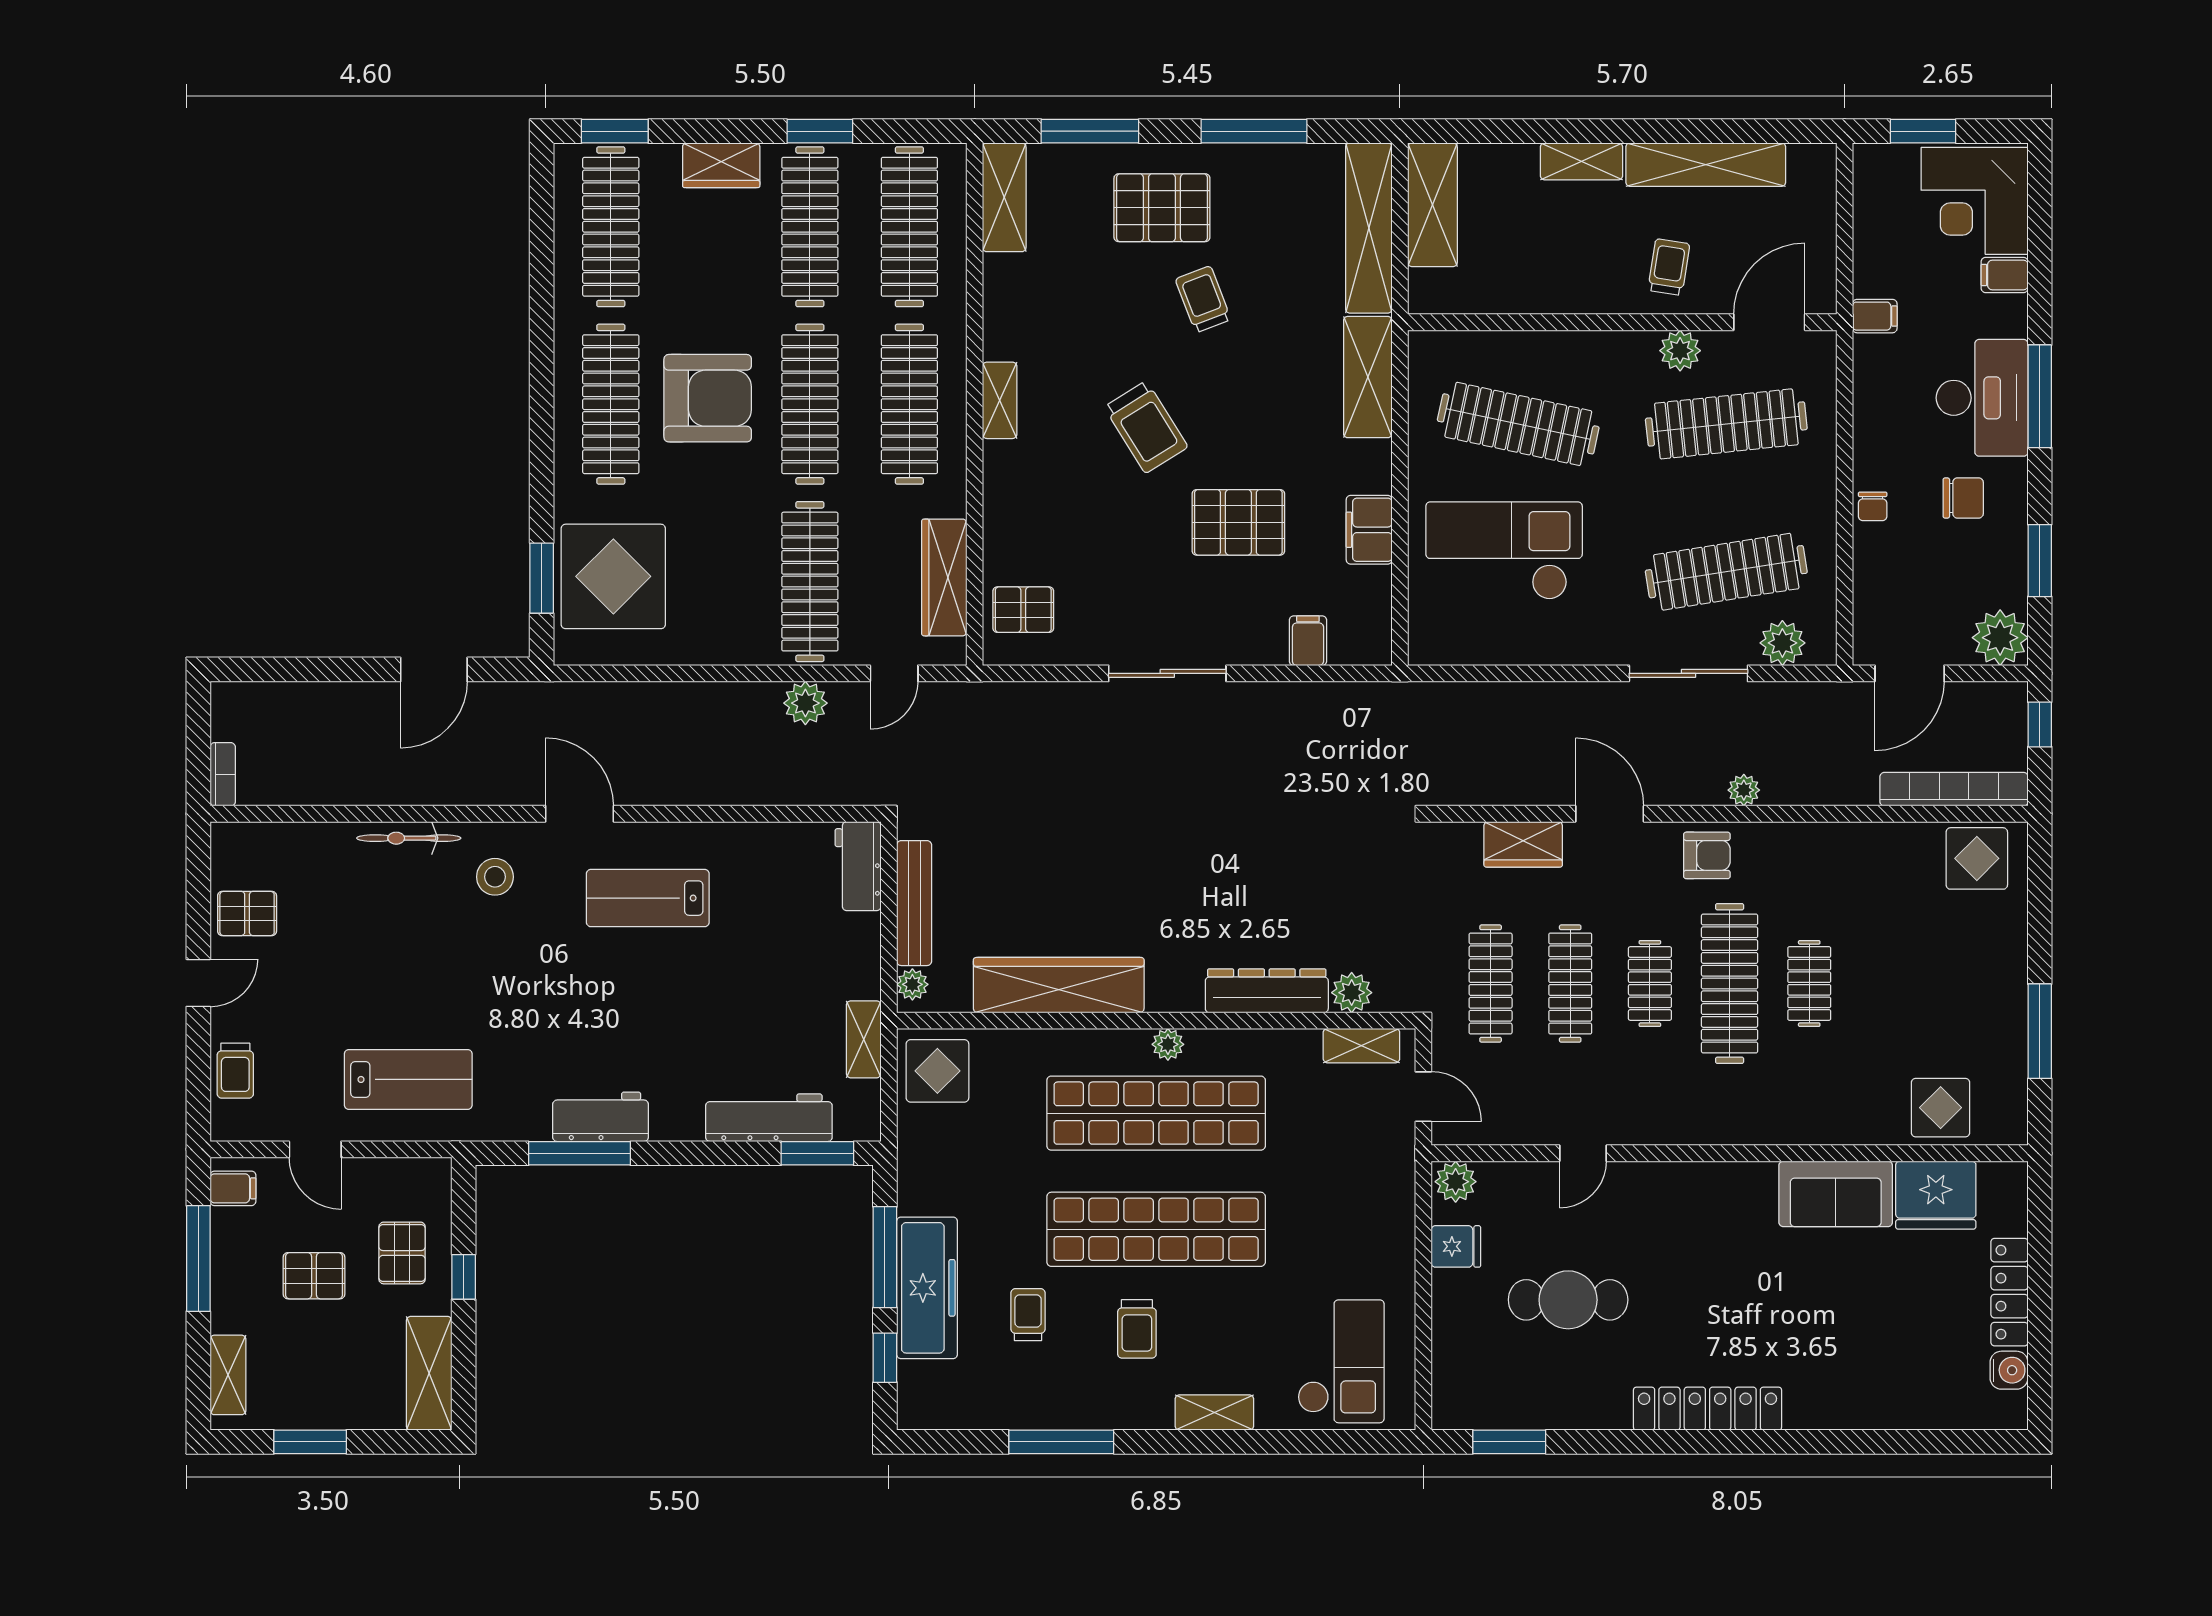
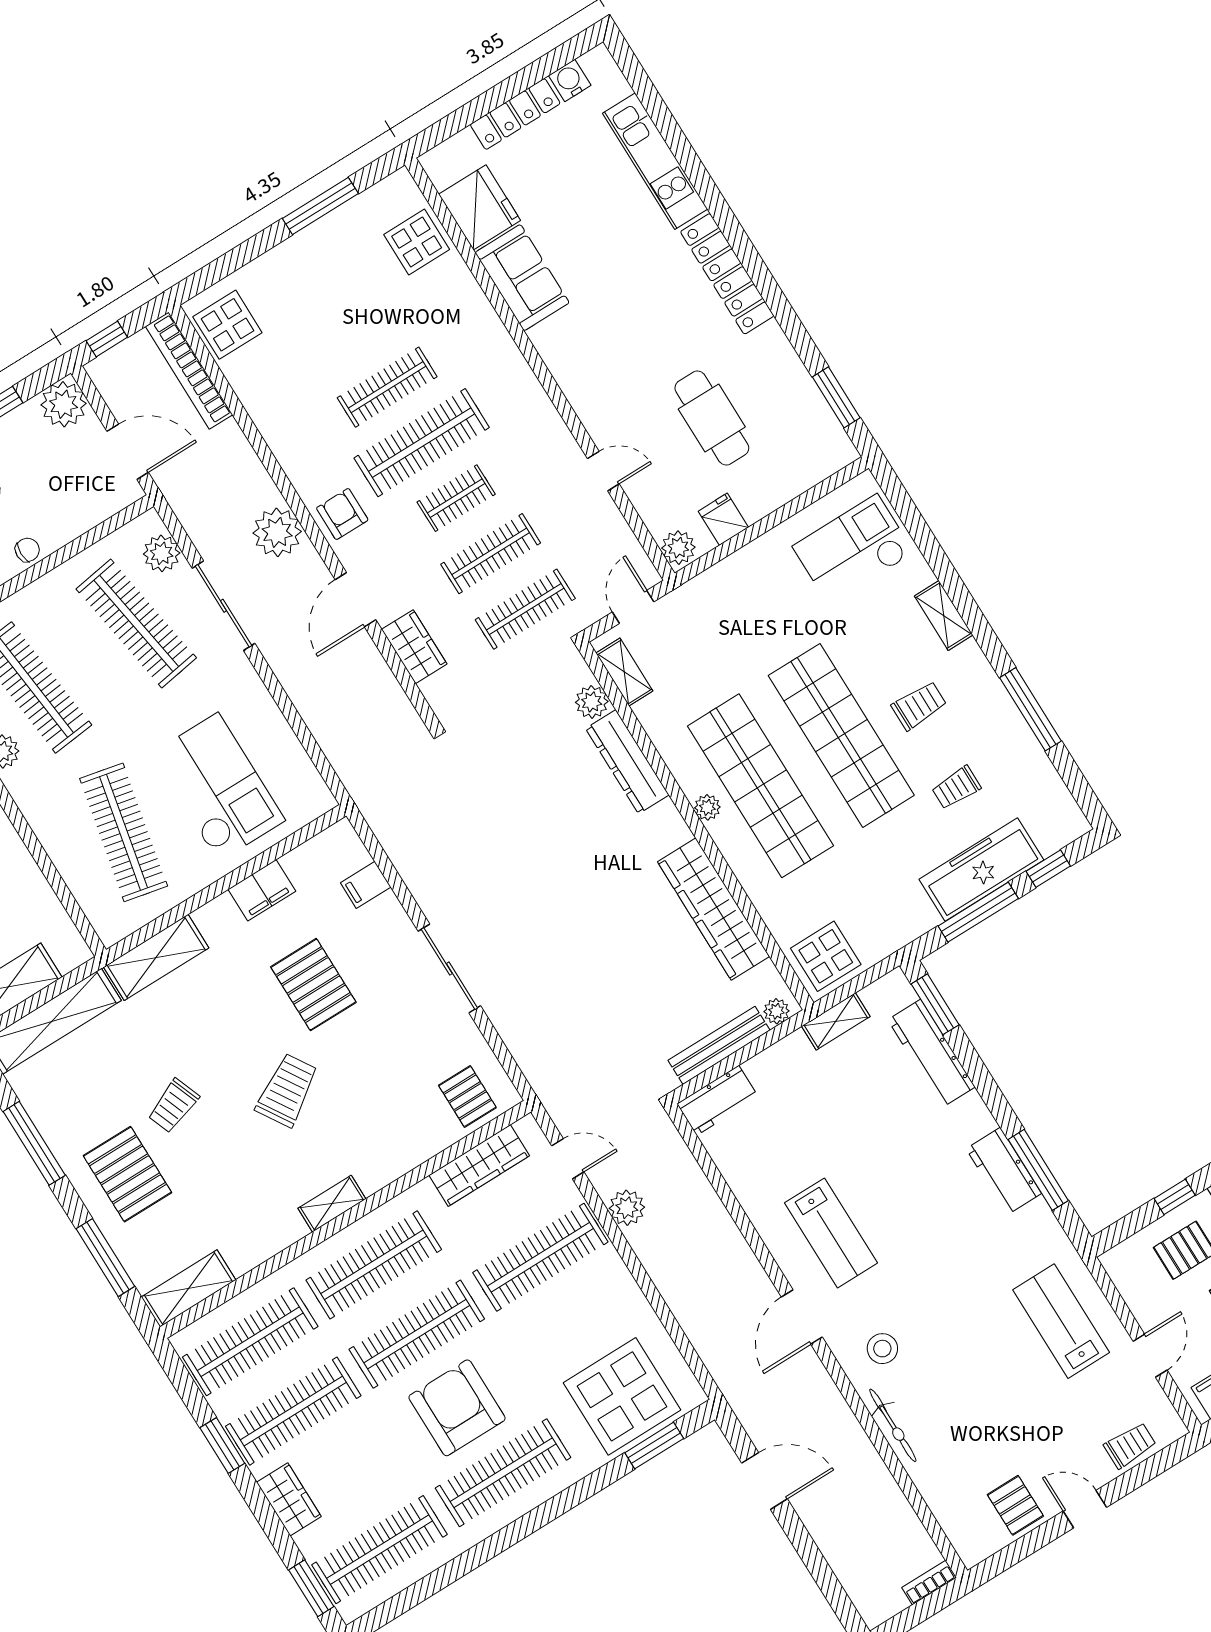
checkout: (1504, 551) -> (218, 787), turned 180
plant: (1744, 790) -> (277, 532), width x1.87, depth x1.87
clothes rail: (1809, 984) -> (387, 387), width x1.36
kitchen unit: (1871, 1407) -> (655, 161), added

